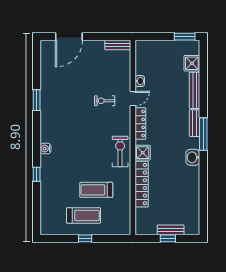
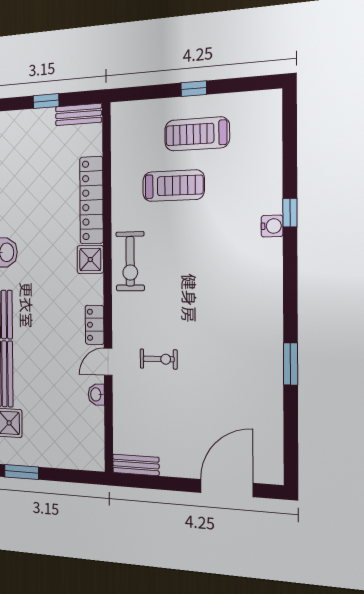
locker: (140, 124) -> (95, 325), width x0.66
water cooler: (45, 148) -> (272, 226), moved
bench: (171, 230) -> (78, 115), moved

